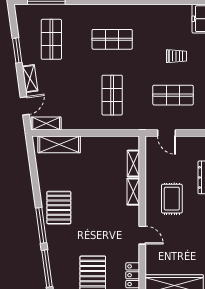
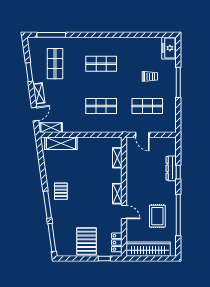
shop shelf: (112, 95) -> (101, 106), turned 90
shelving: (133, 192) -> (117, 194), moved
rug: (172, 199) -> (157, 216), moved
pallet: (59, 208) -> (61, 191), width x0.67, depth x0.71

